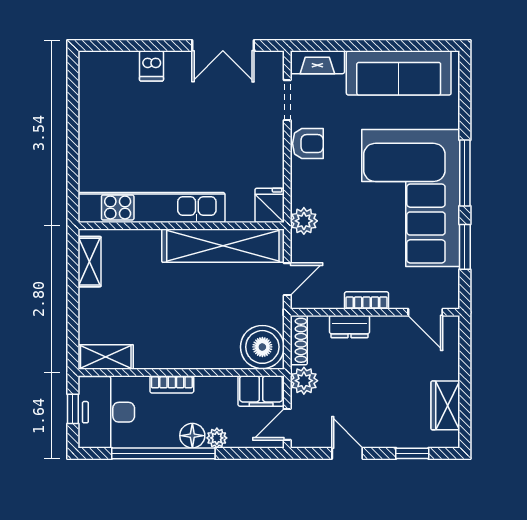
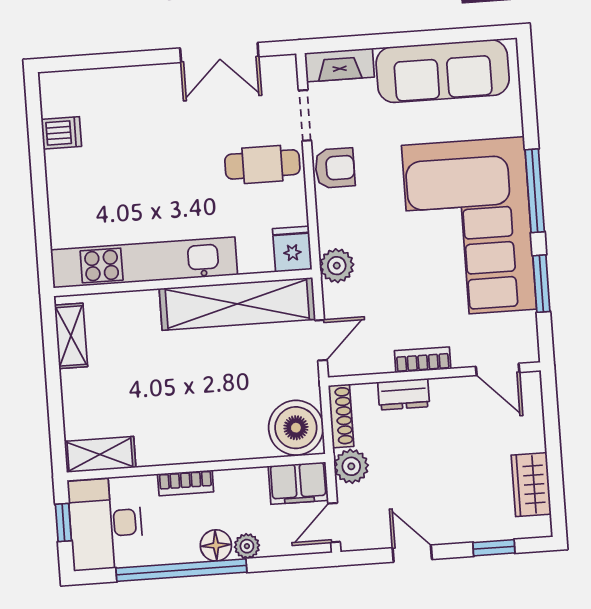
dishwasher: (151, 66) -> (61, 133), moved, turned -90
cafe table: (251, 137) -> (262, 164), added

